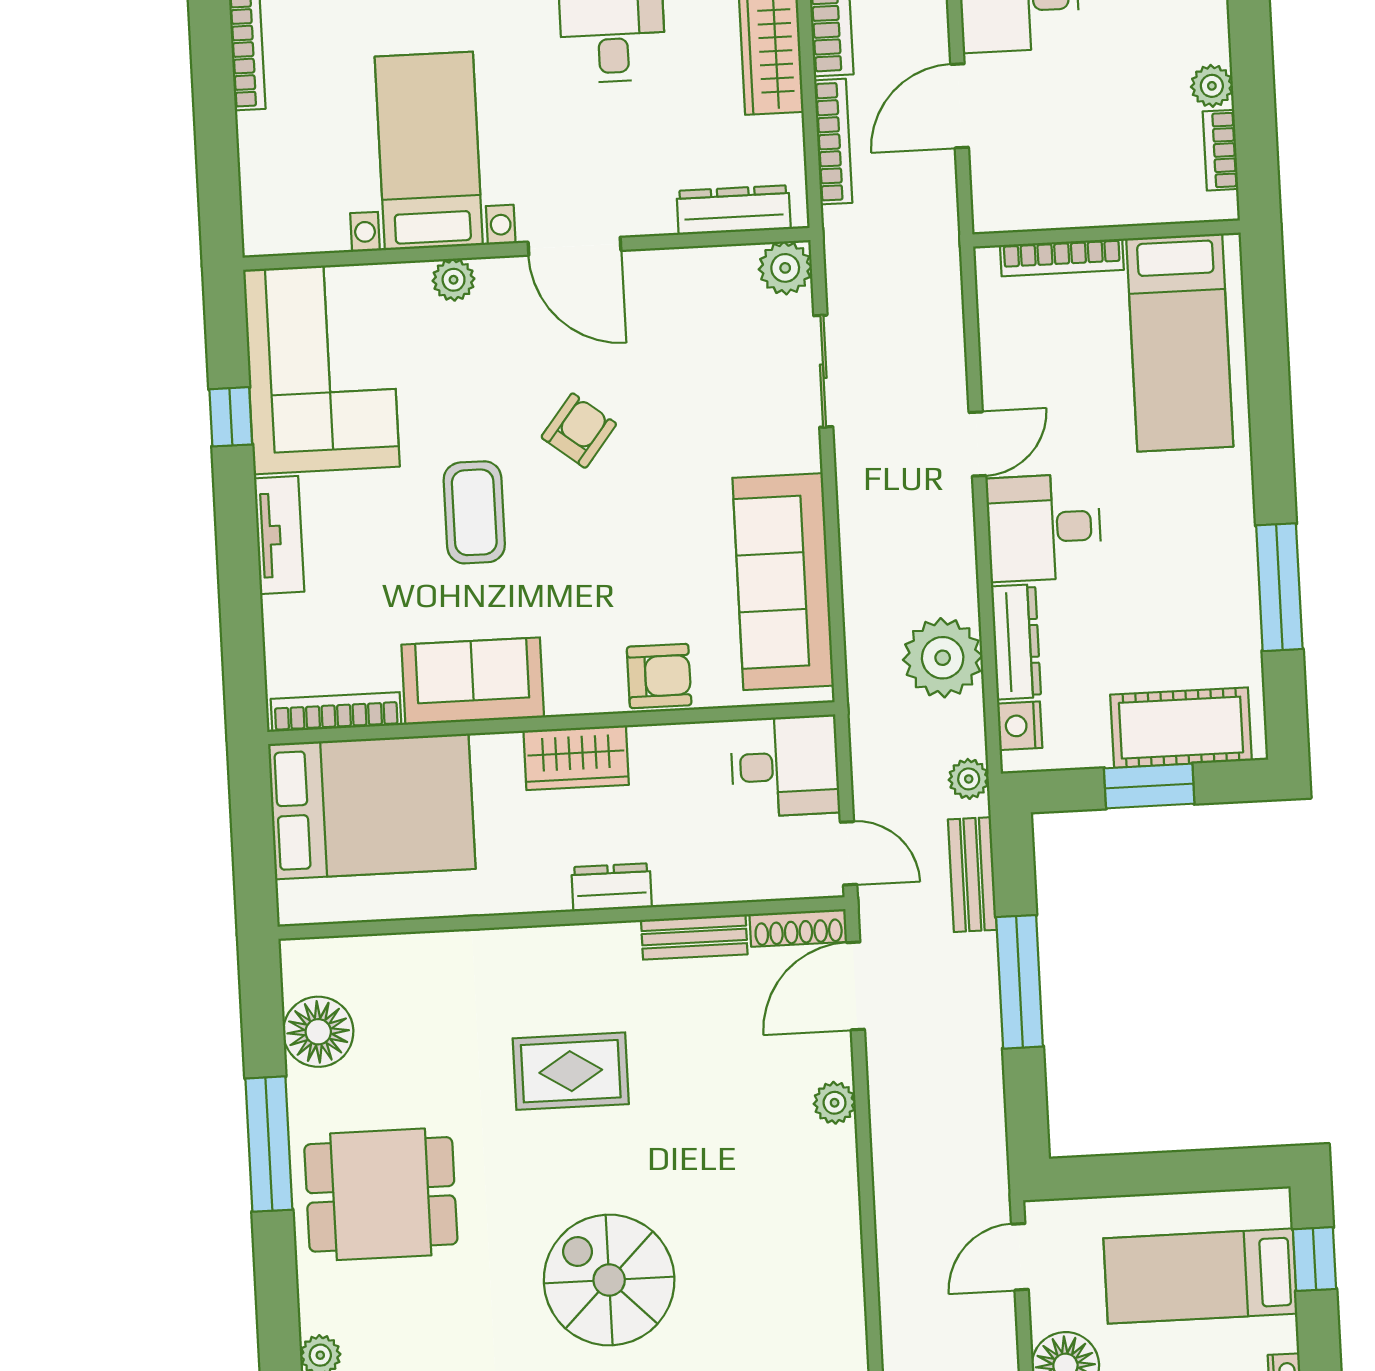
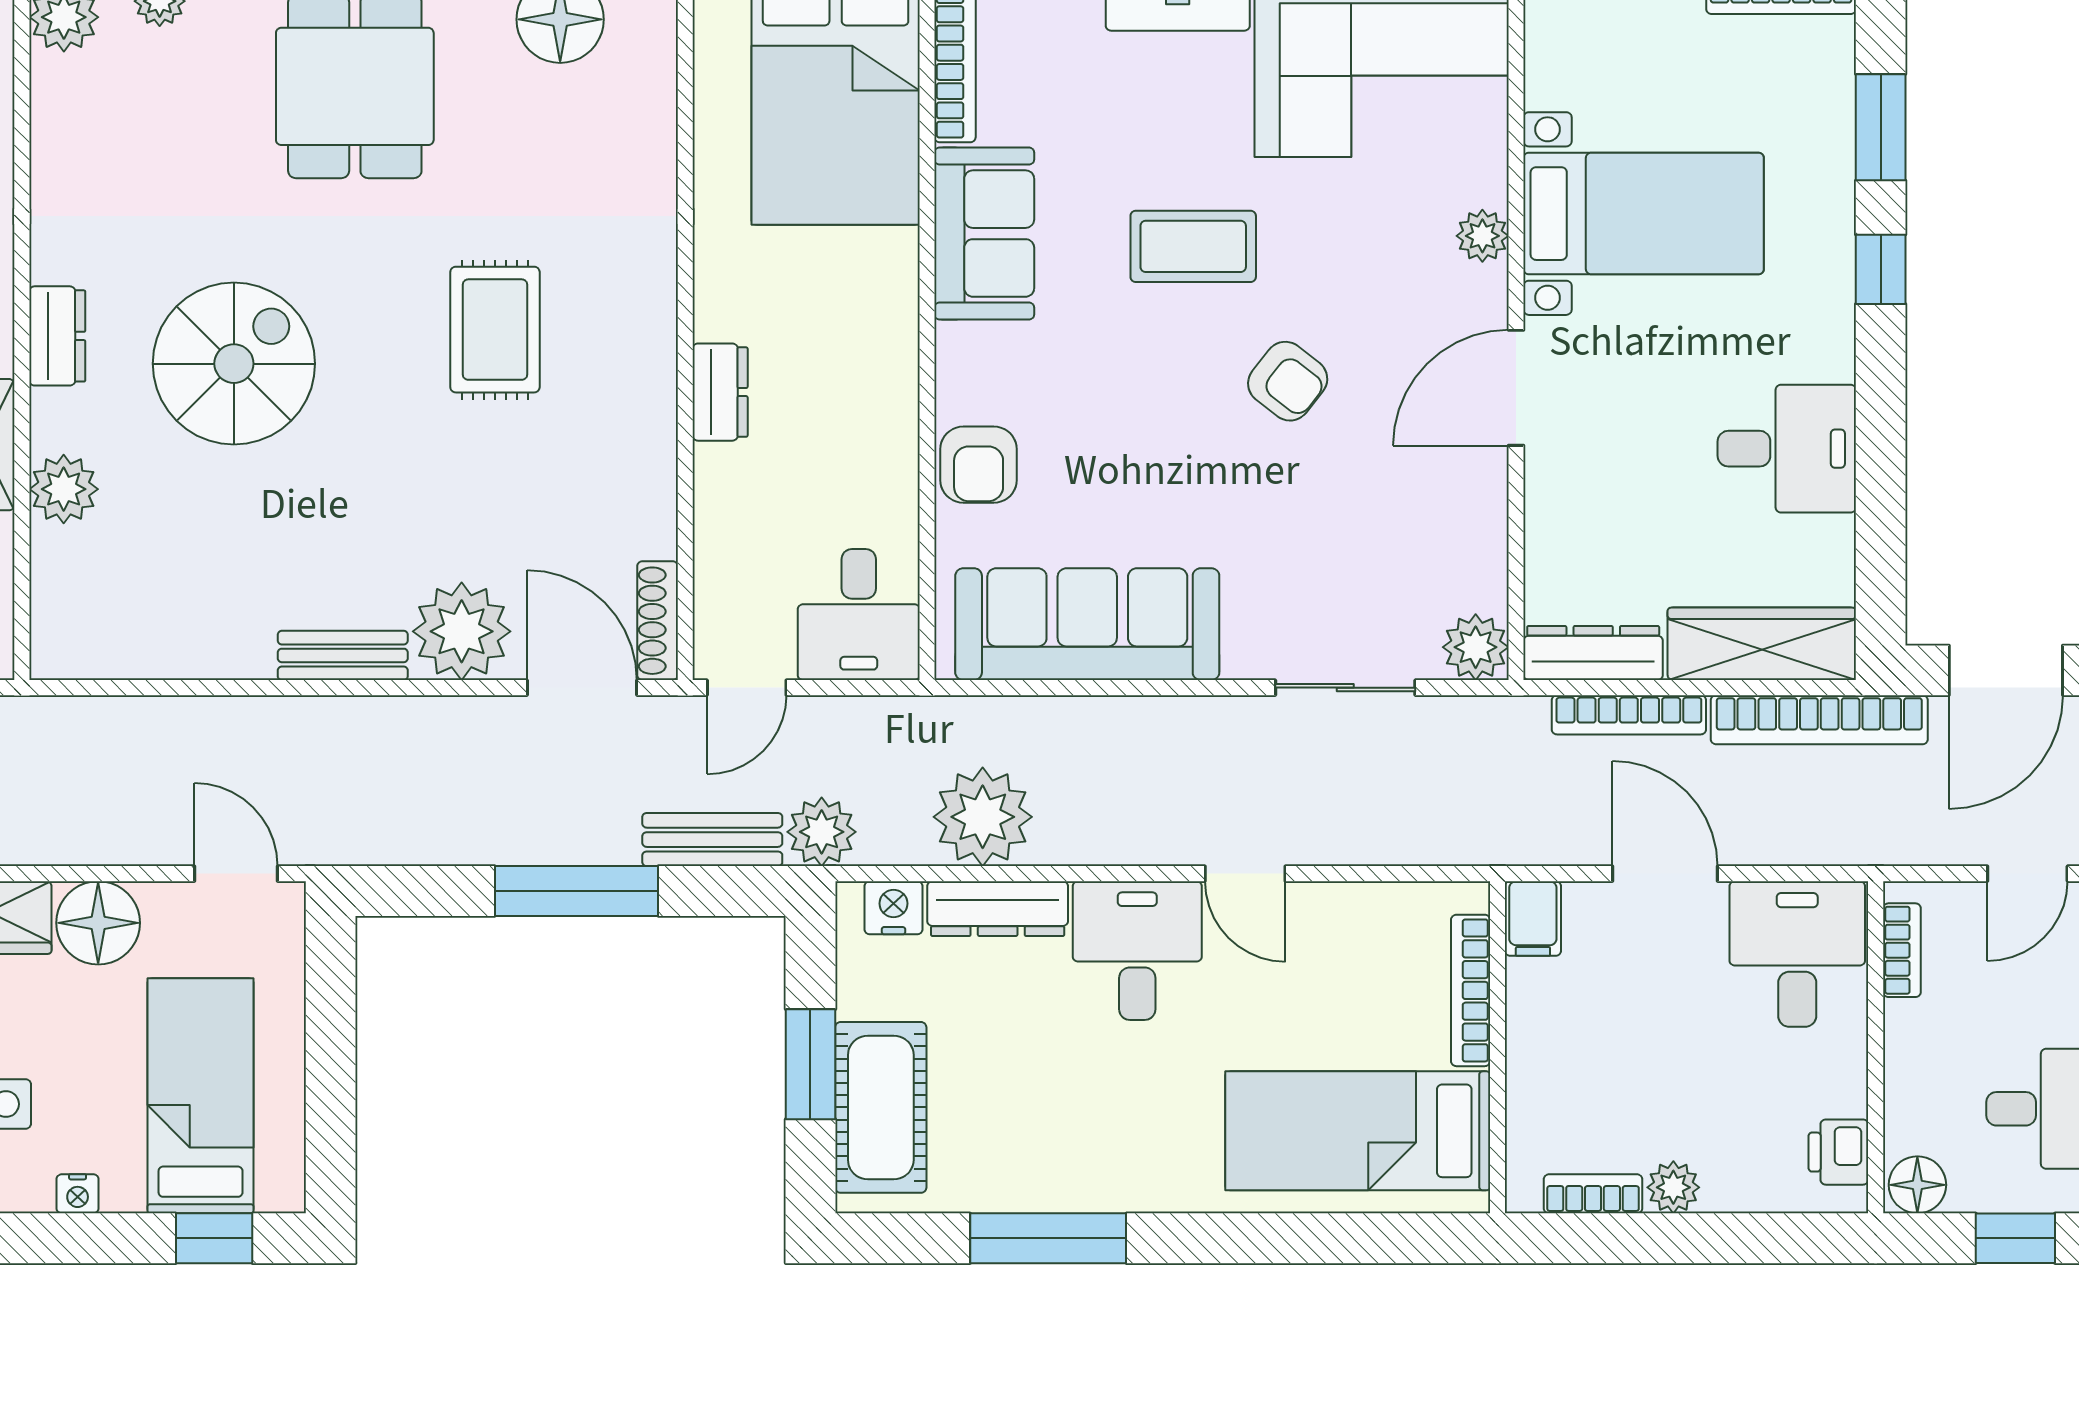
dresser: (734, 210) -> (1593, 653), moved, turned -90
filing cabinet: (1001, 210) -> (1533, 919), added
wardrobe: (576, 758) -> (883, 357), removed
plant: (969, 779) -> (822, 832), width x1.38, depth x1.38
bench: (694, 937) -> (343, 655), moved, turned 90
plant: (835, 1103) -> (462, 631), width x1.87, depth x1.87

